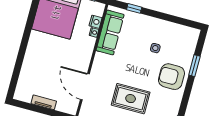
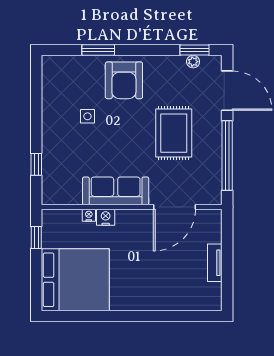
nightstand: (96, 22) -> (106, 217), moved
sofa: (110, 33) -> (116, 191), moved

